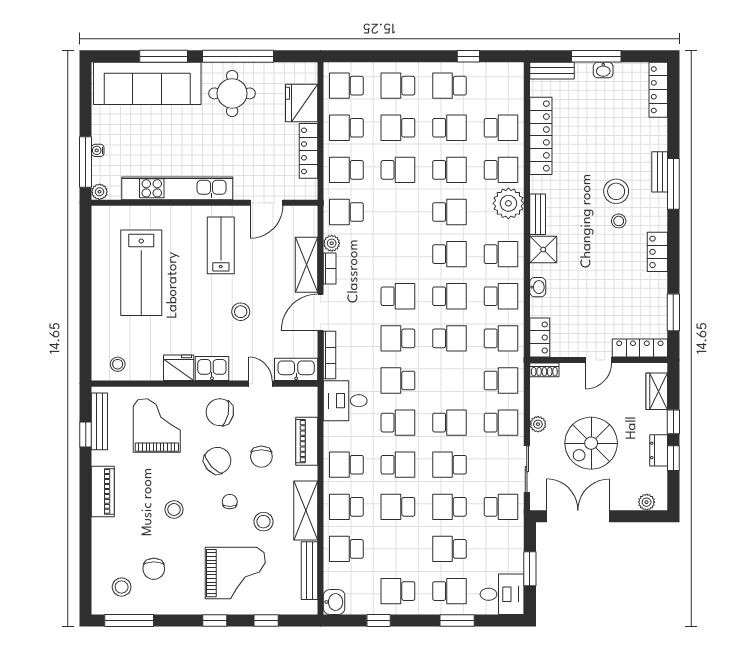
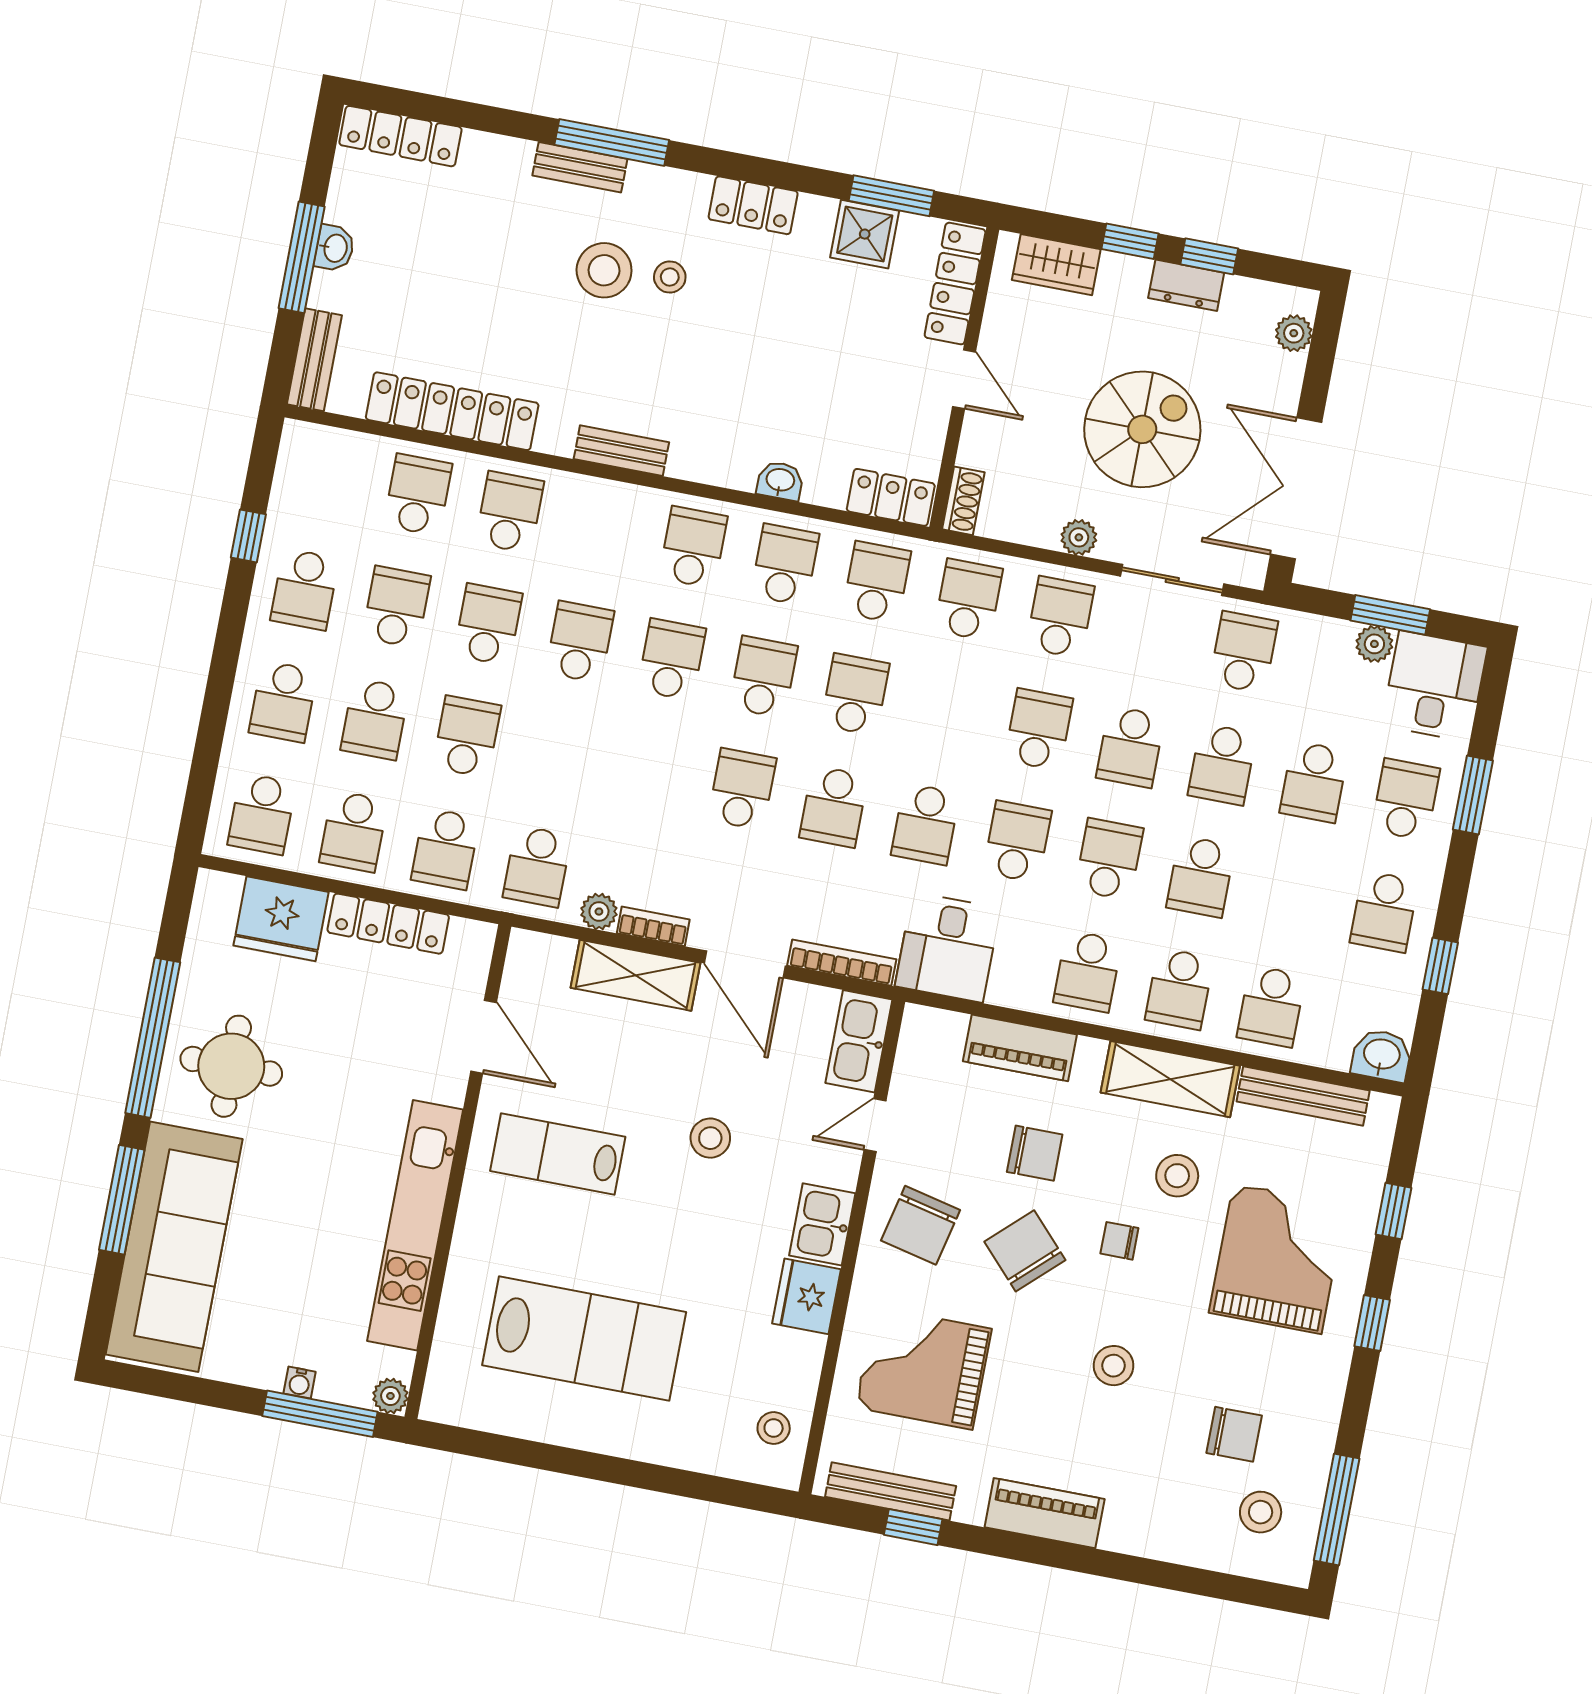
plant: (508, 203) -> (1374, 644), moved, width x0.53, depth x0.53
shower: (543, 250) -> (865, 234), moved
spiral stairs: (591, 443) -> (1142, 429), turned -90

